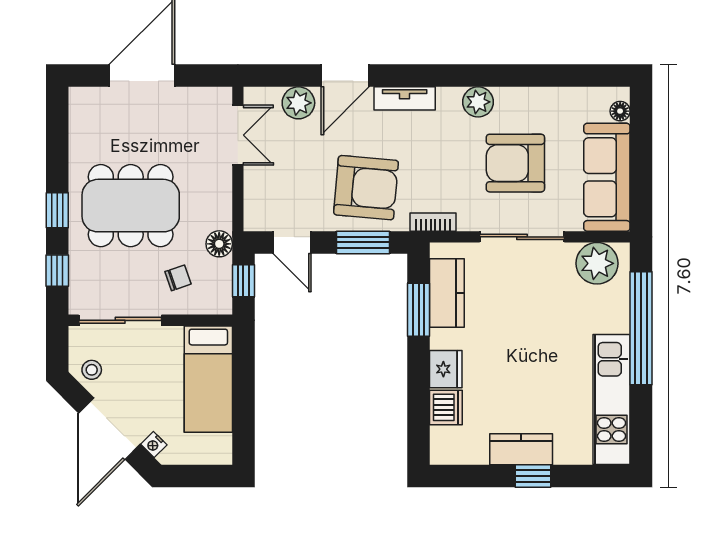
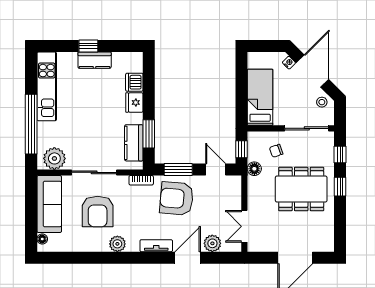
armchair: (515, 163) -> (98, 212), turned 90

